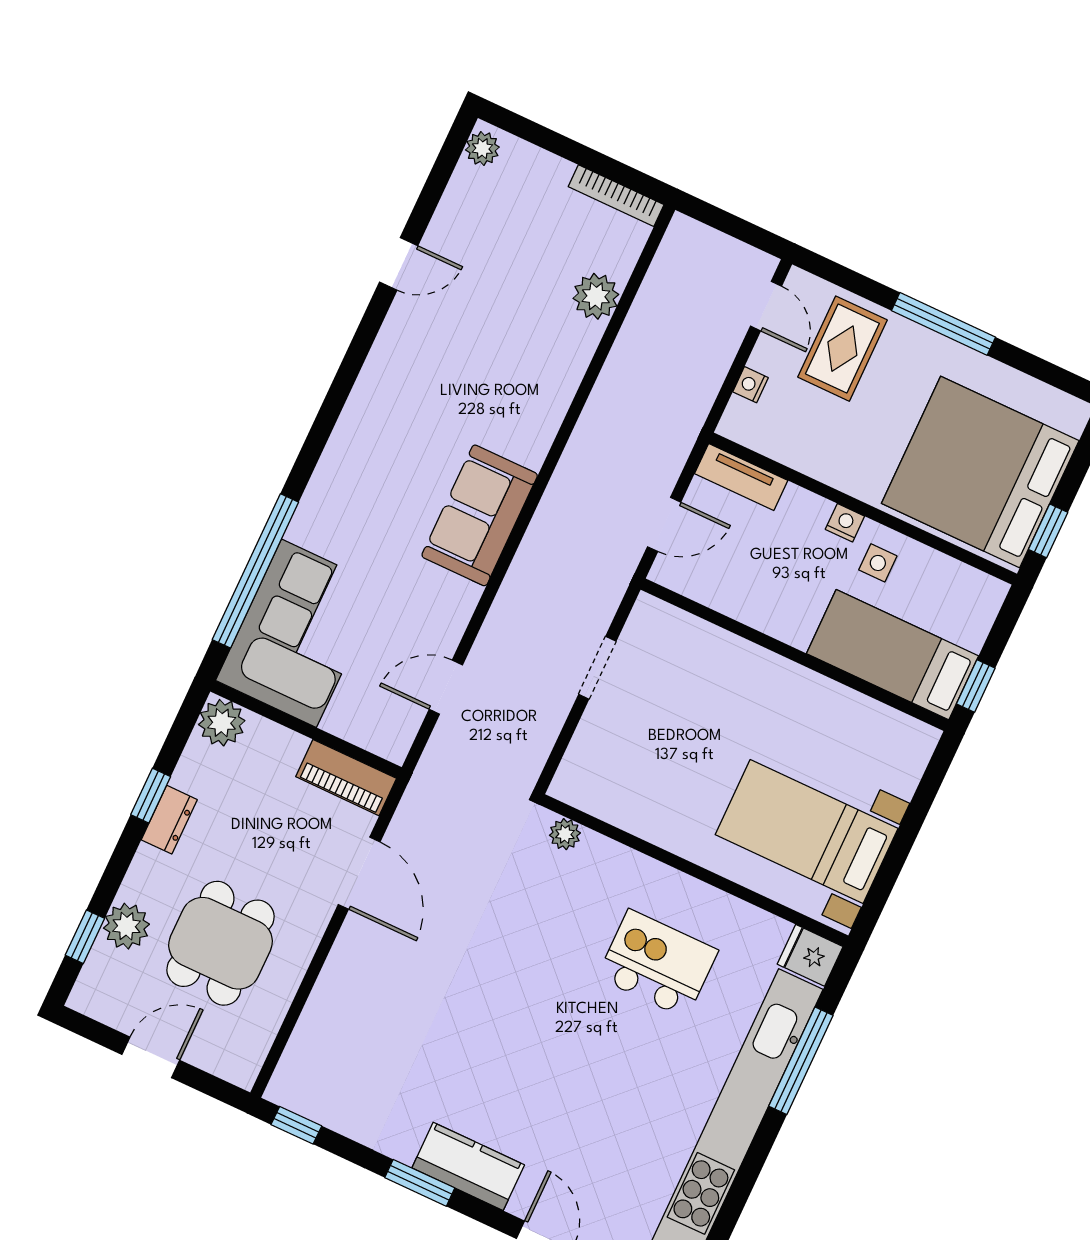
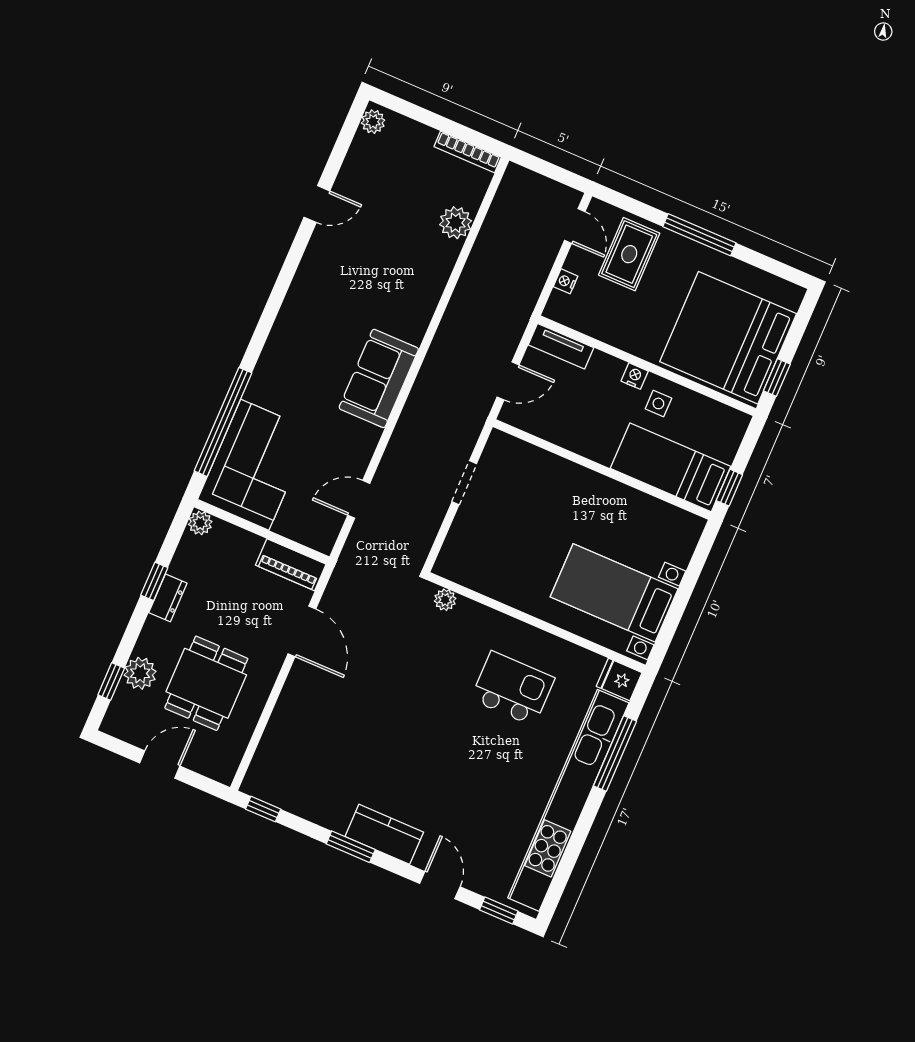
plant: (222, 723) -> (200, 523), width x0.73, depth x0.73

